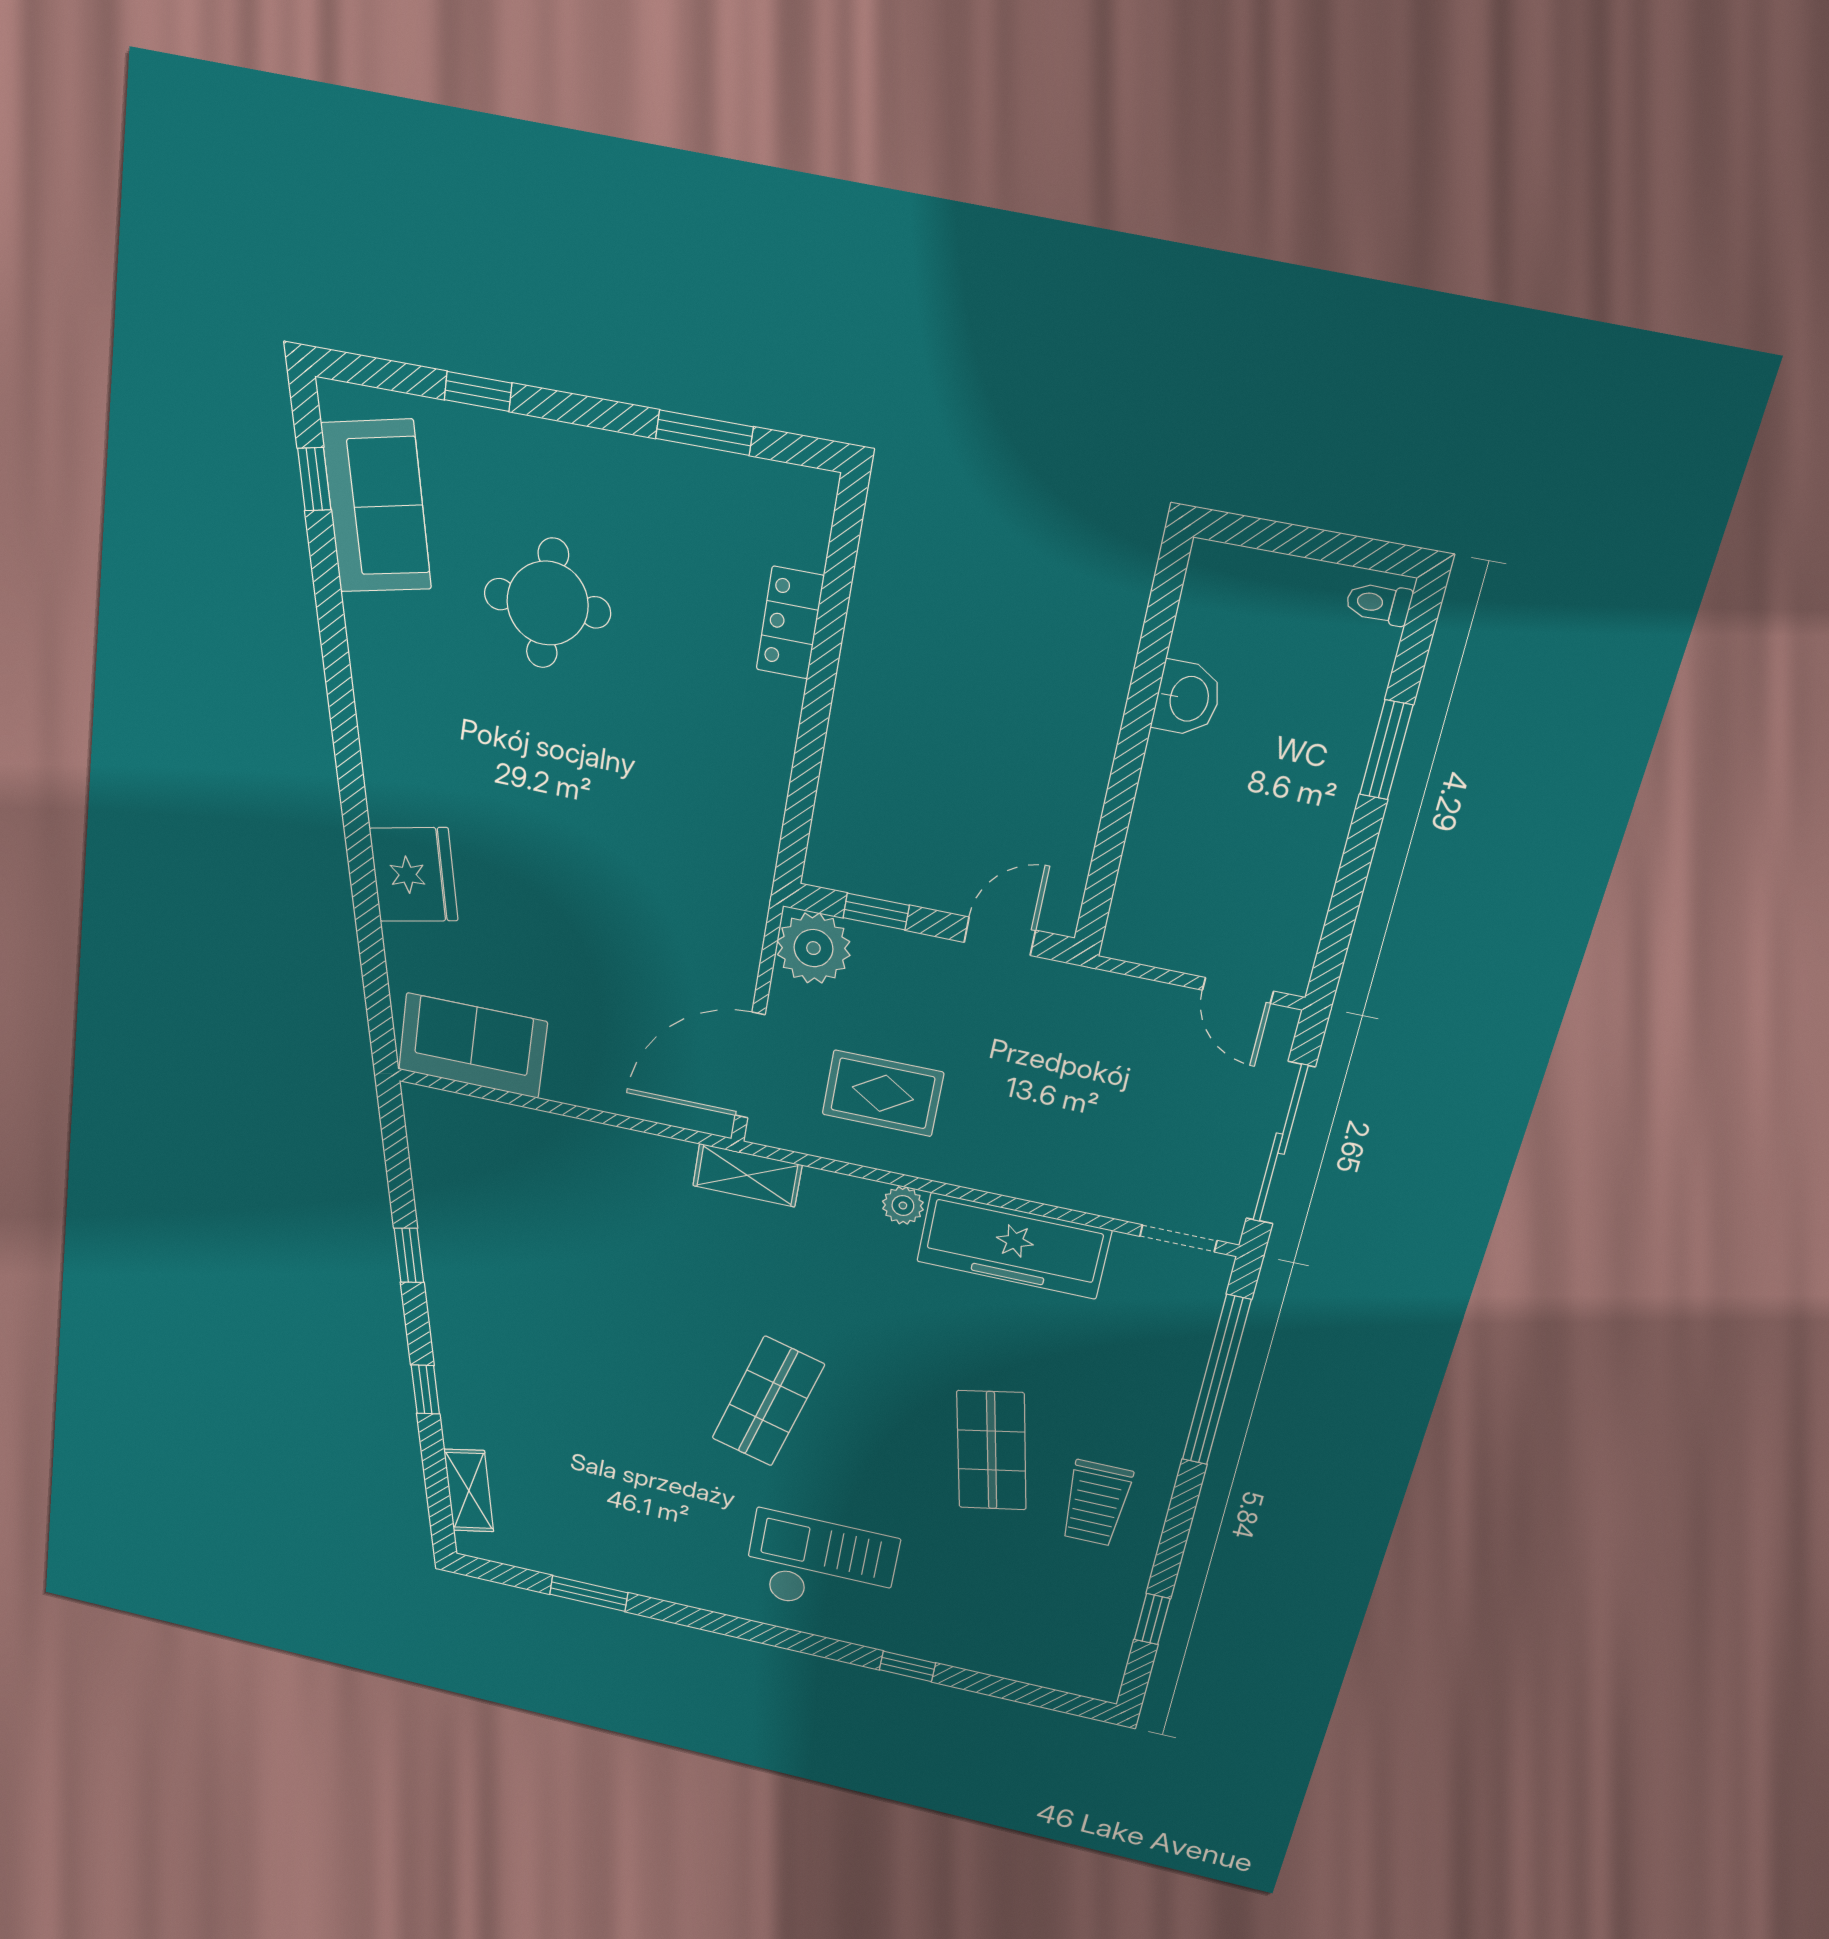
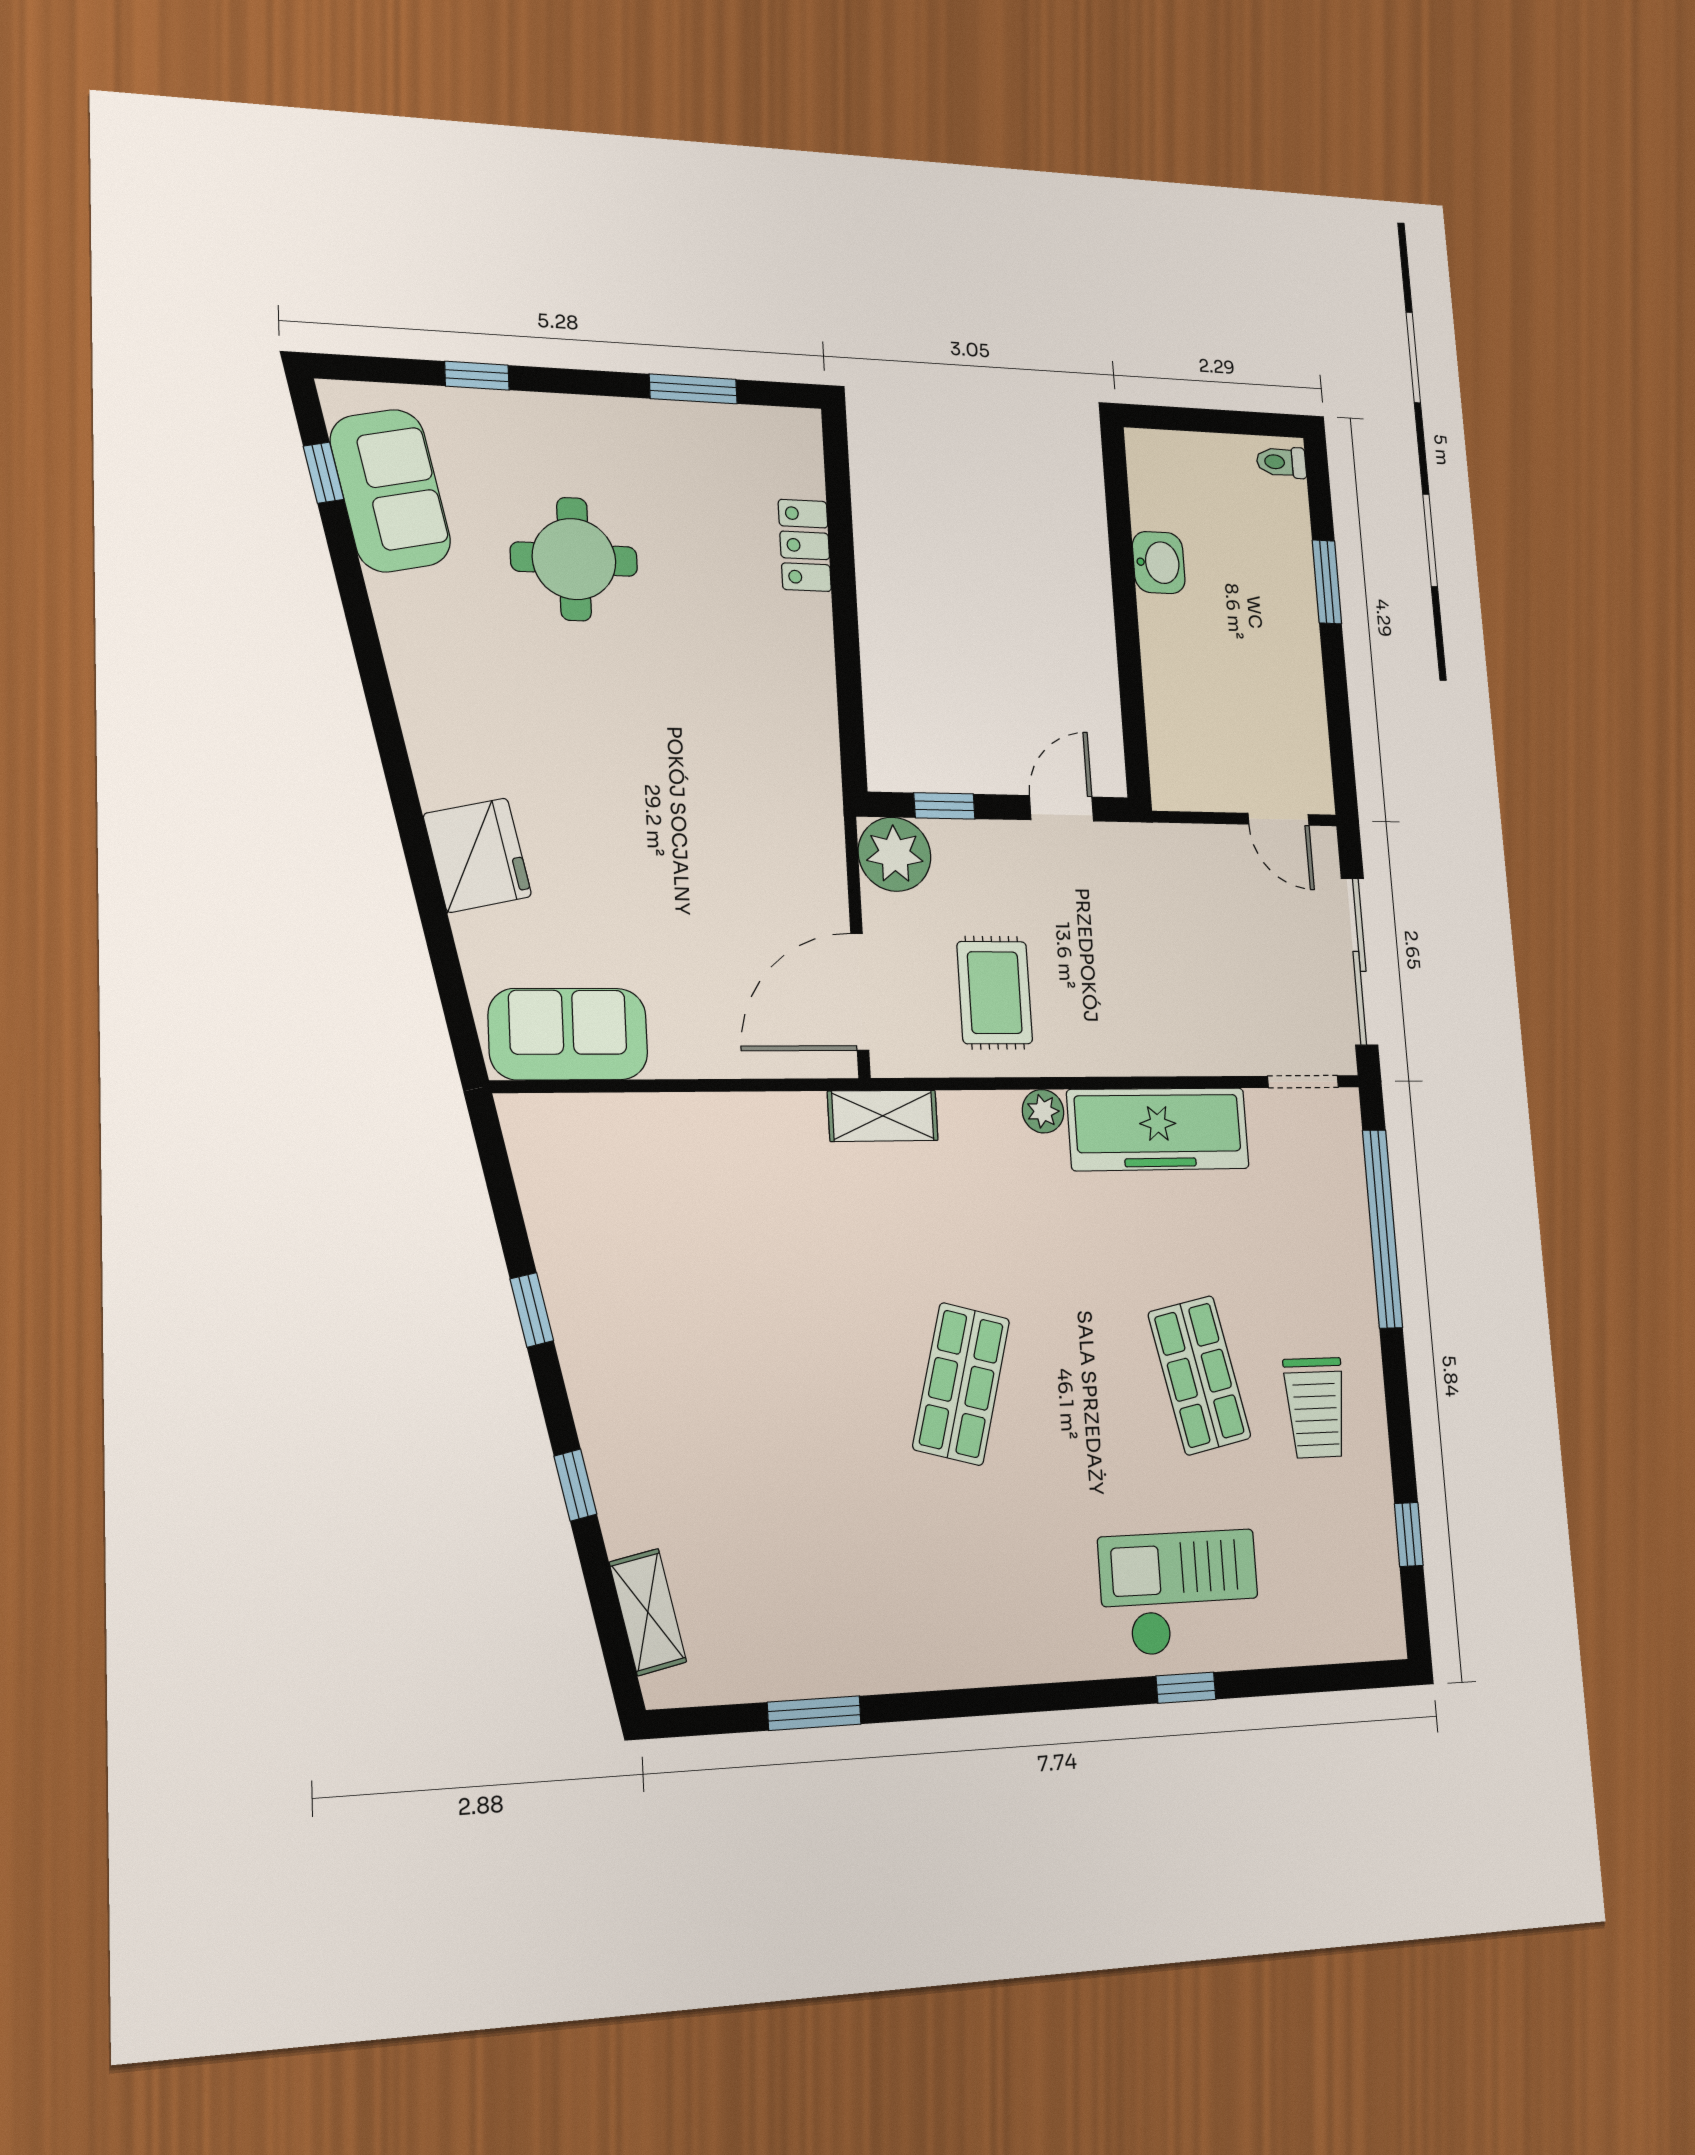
rug: (883, 1093) -> (995, 993), turned 90
checkout: (821, 1565) -> (1180, 1593), moved

